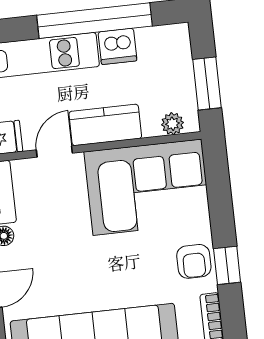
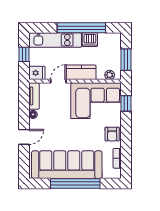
window: (227, 265) -> (126, 103), moved

